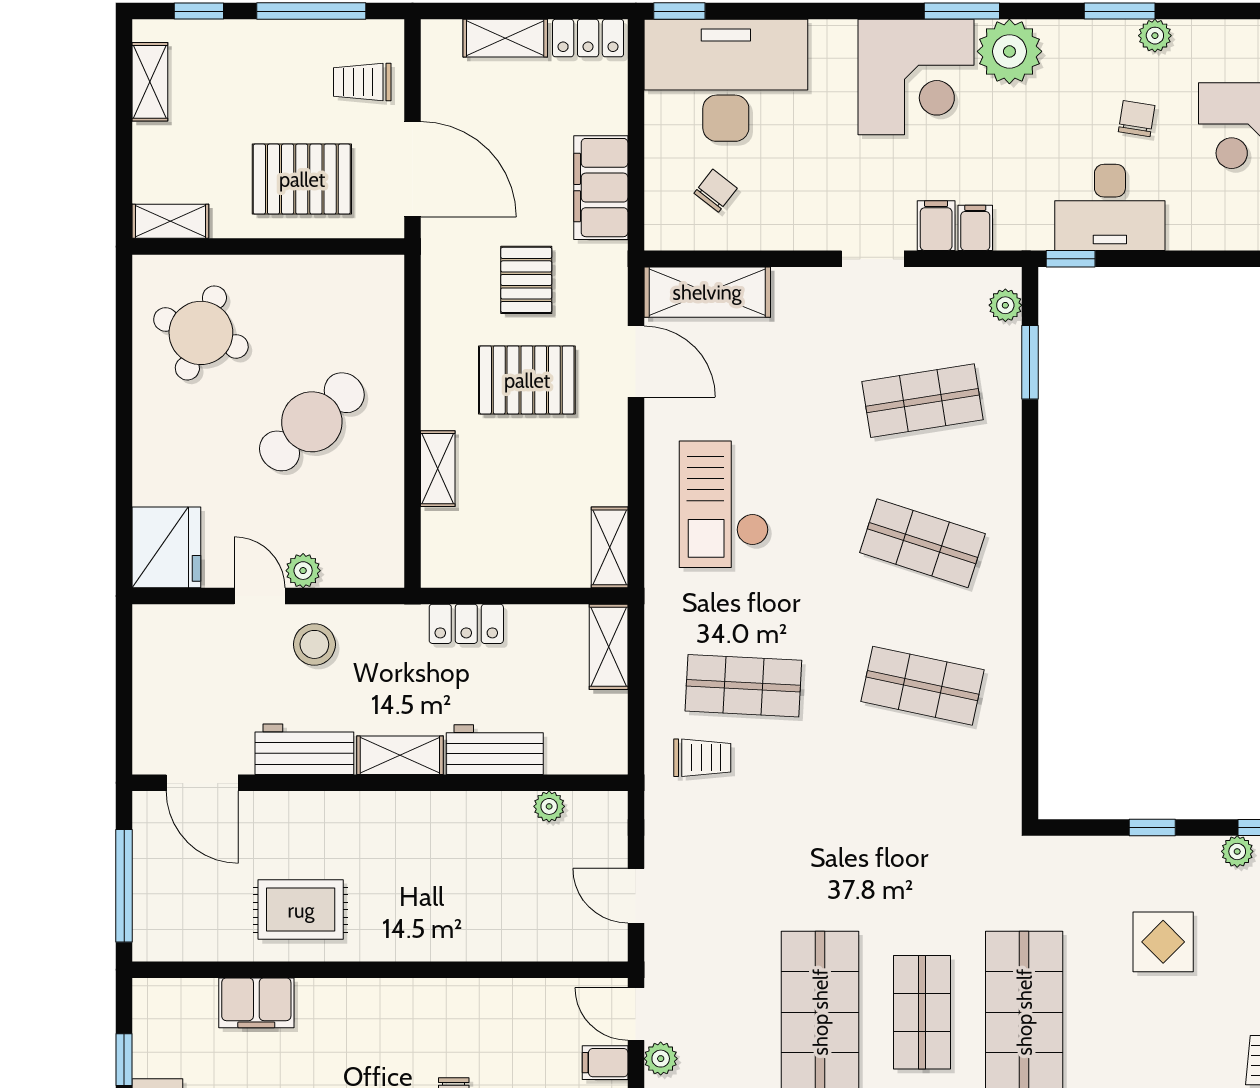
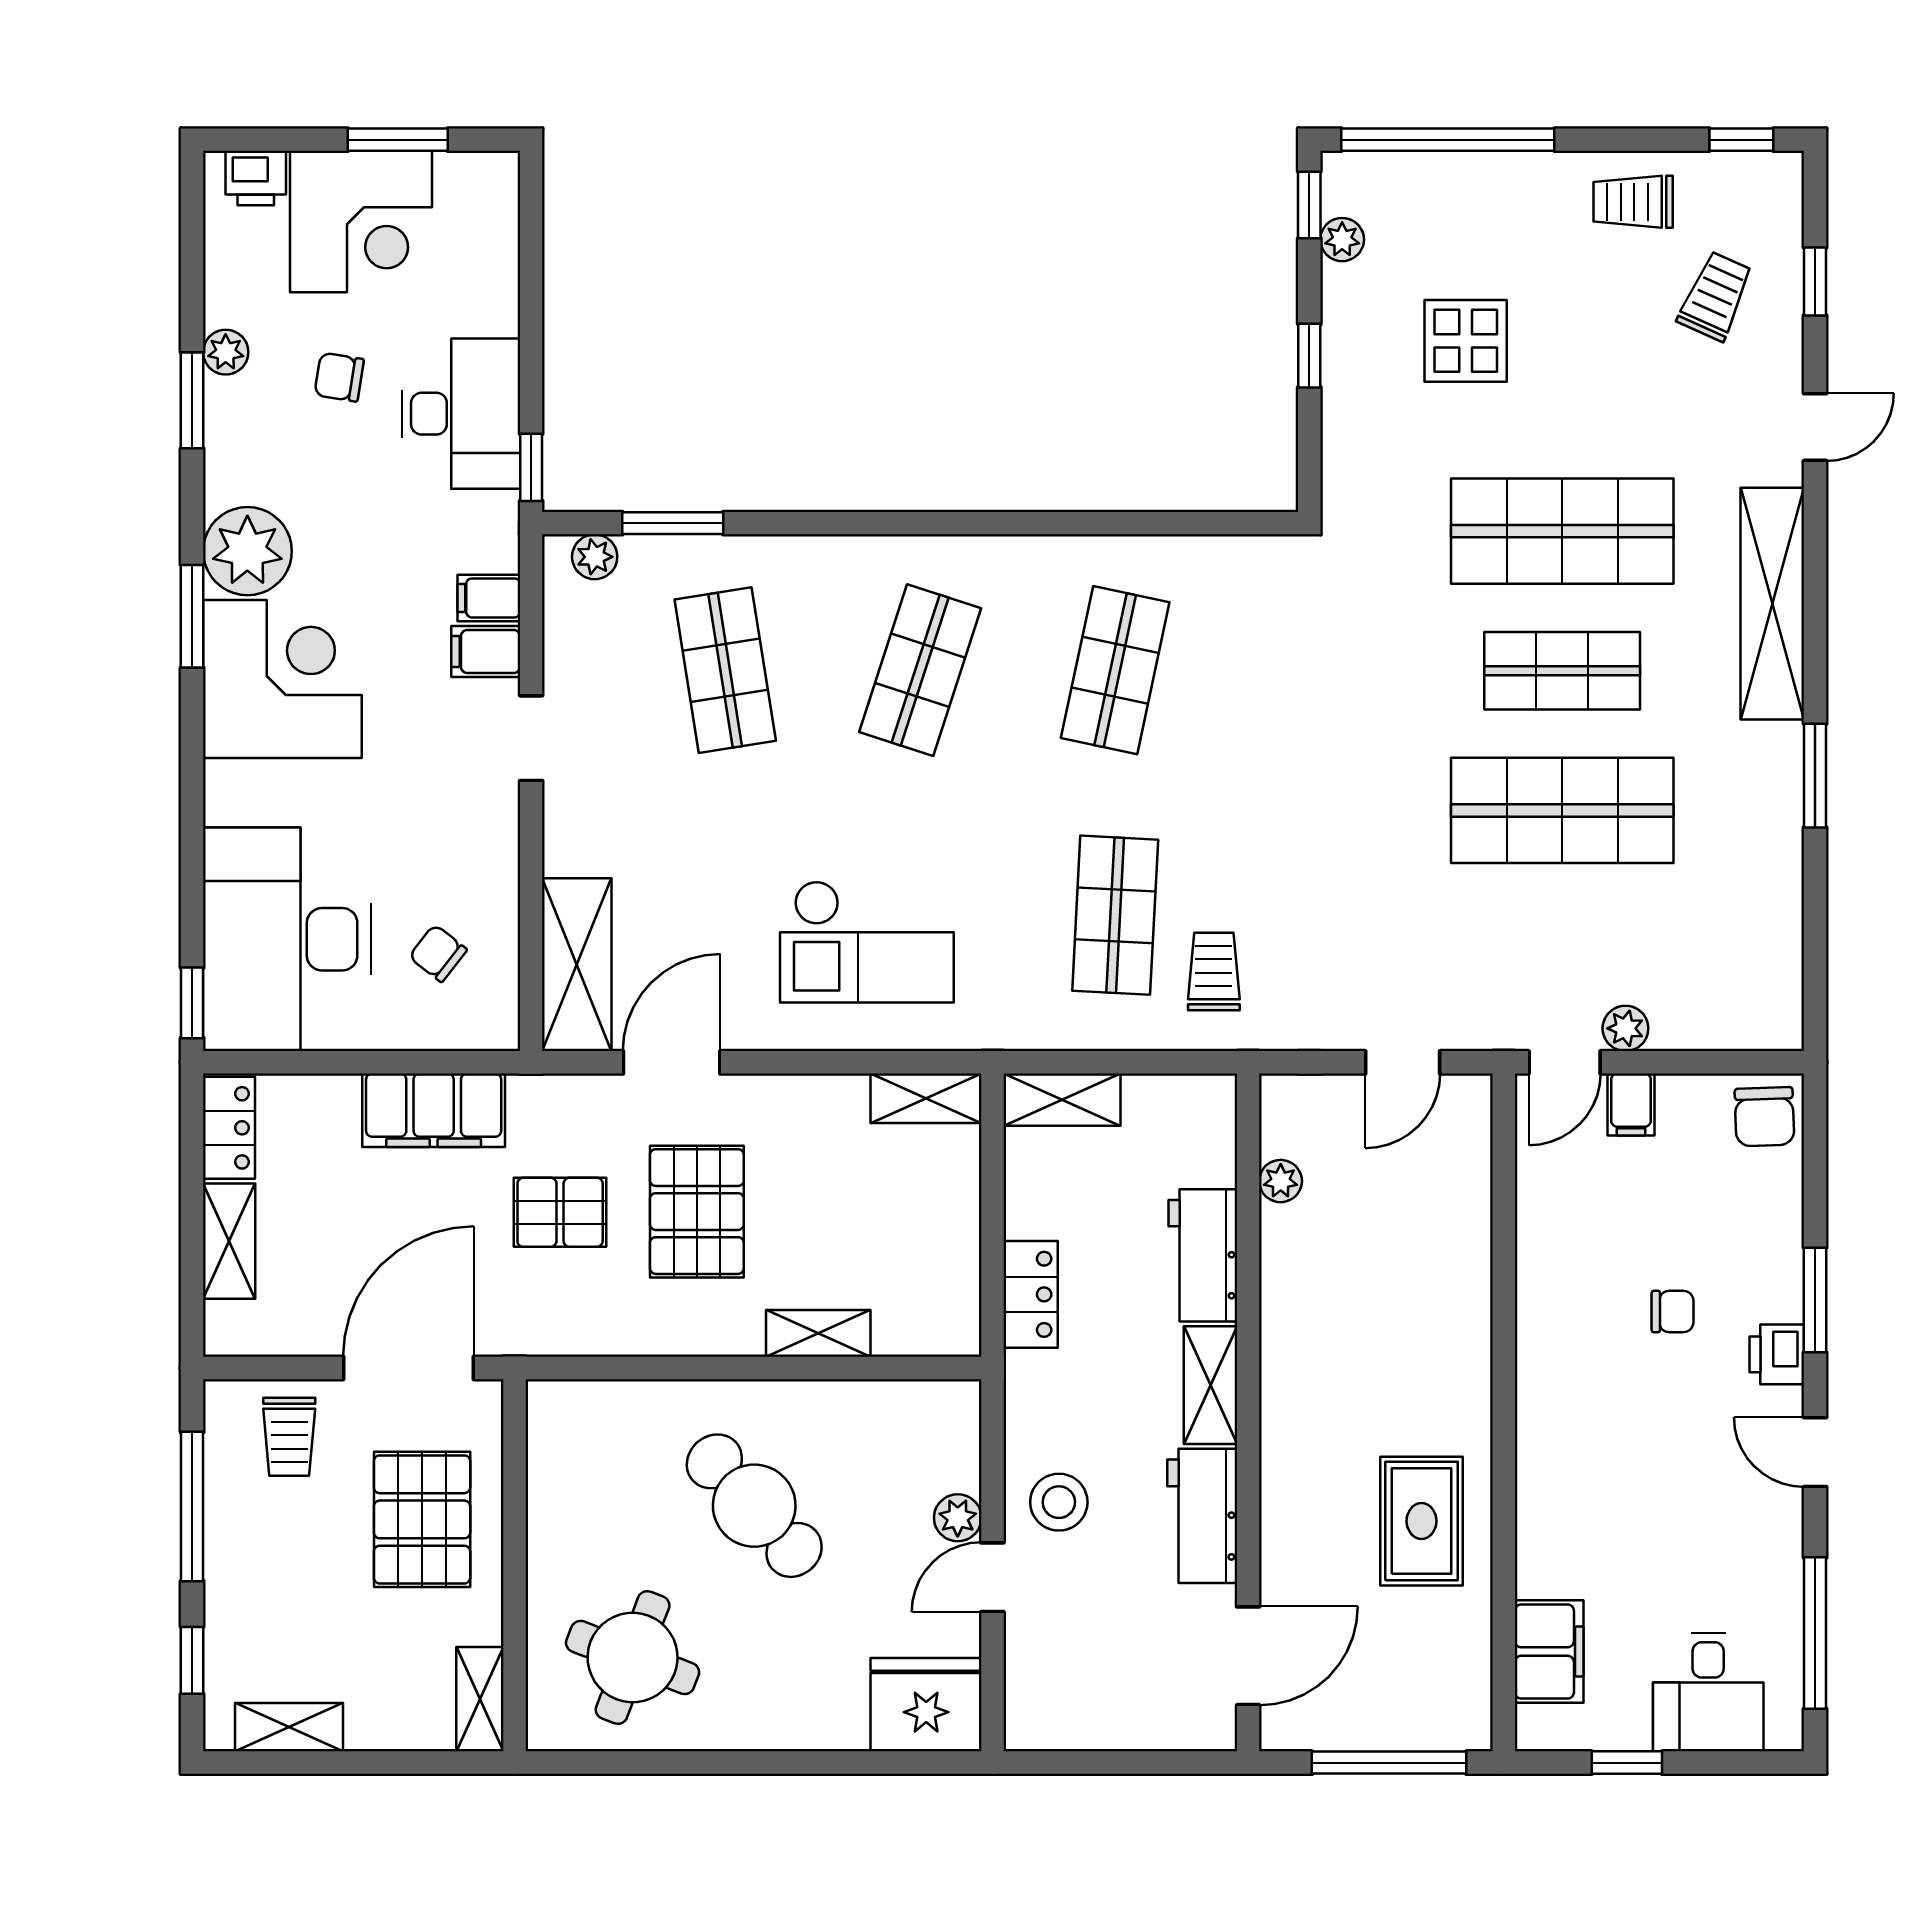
filing cabinet: (256, 1003) -> (1549, 1652), moved

